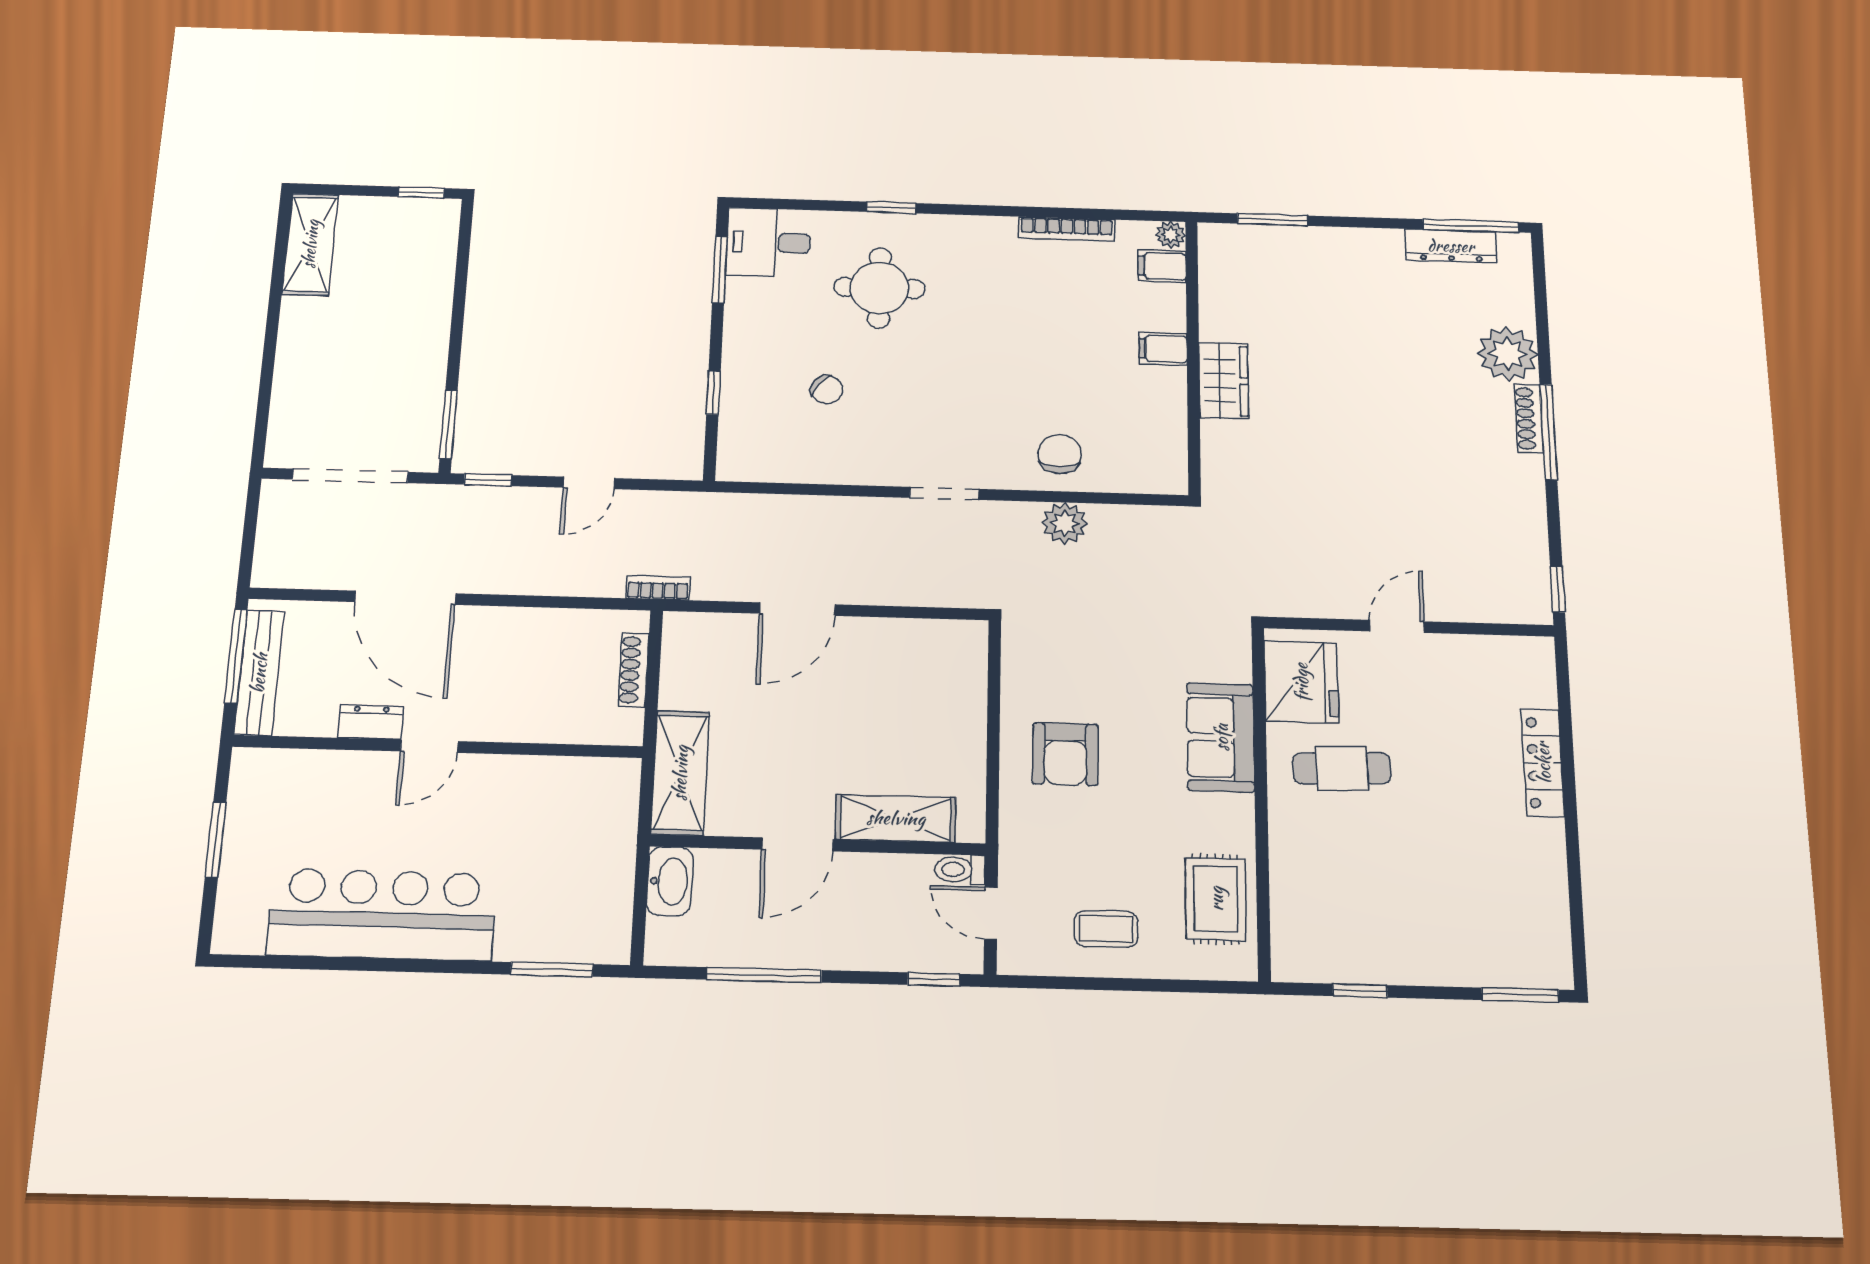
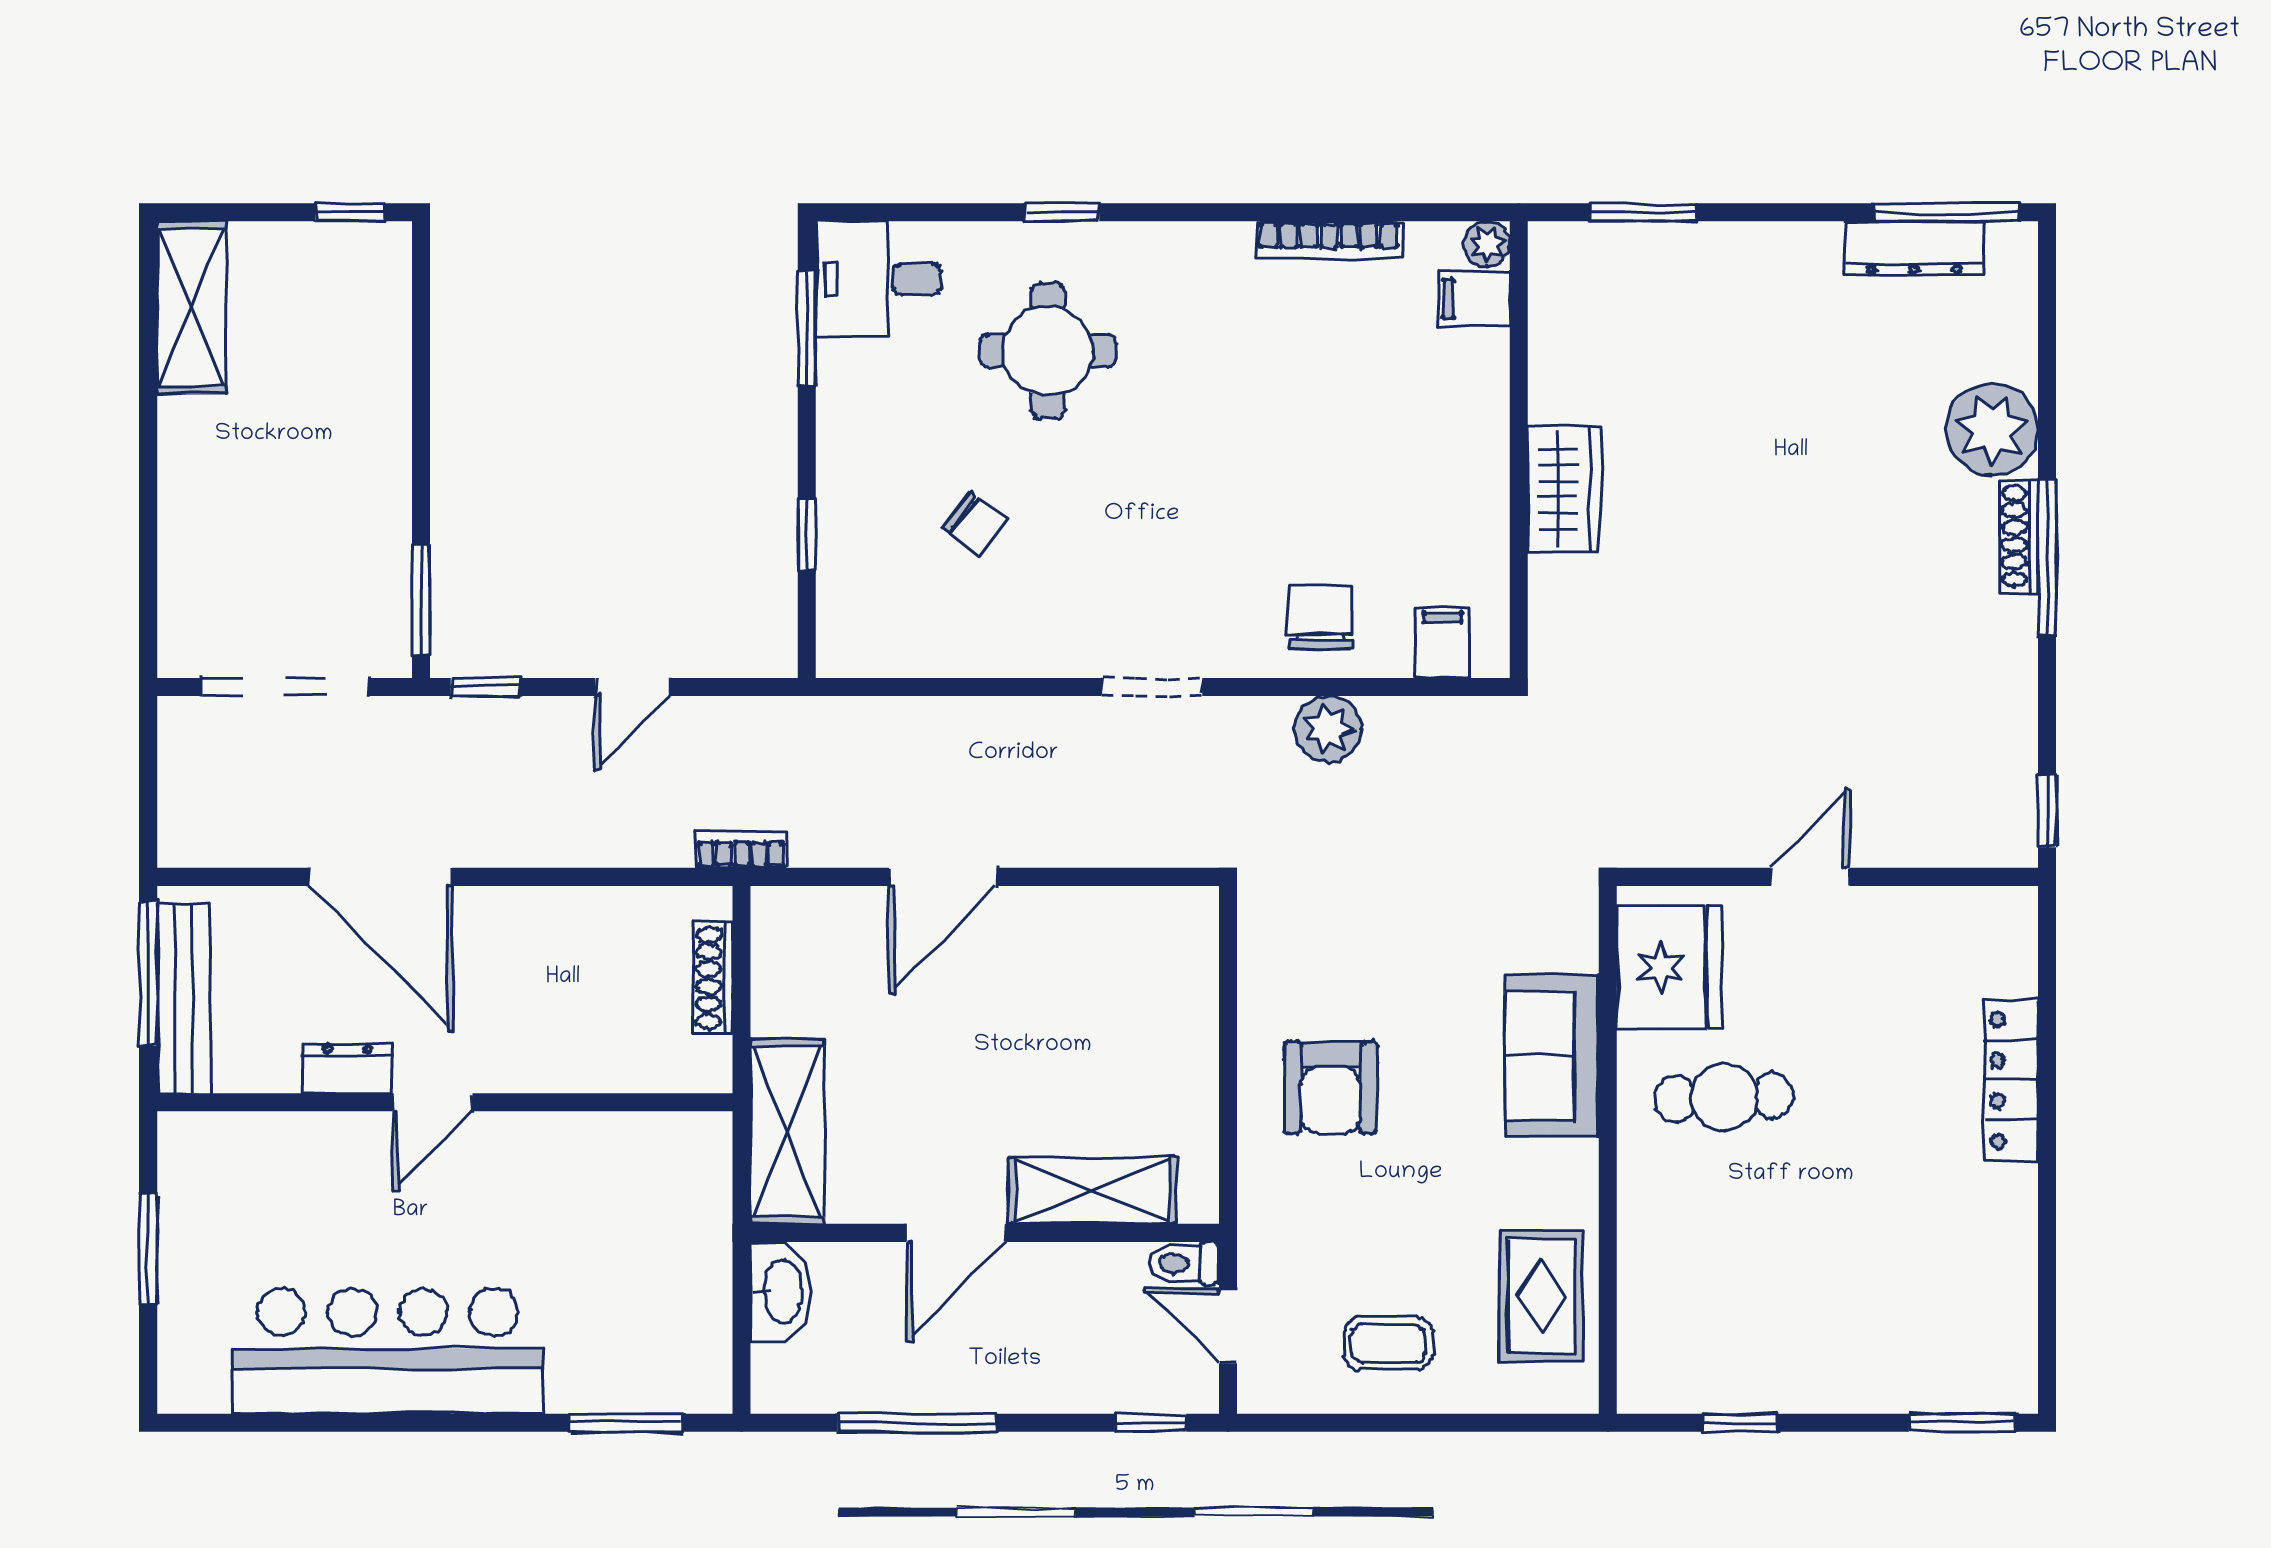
filing cabinet: (1163, 349) -> (1442, 642), moved, turned 90

